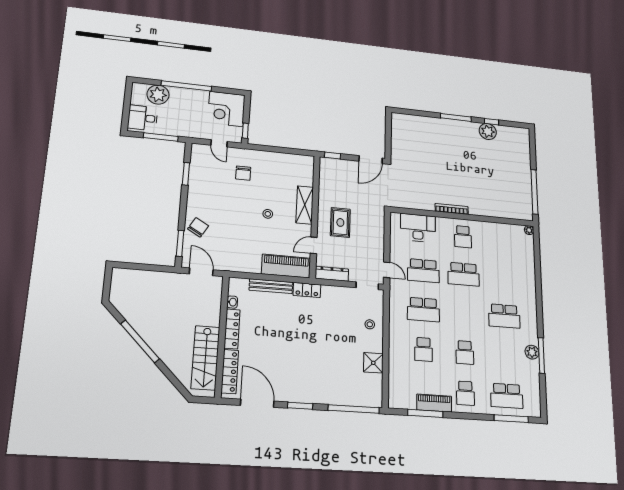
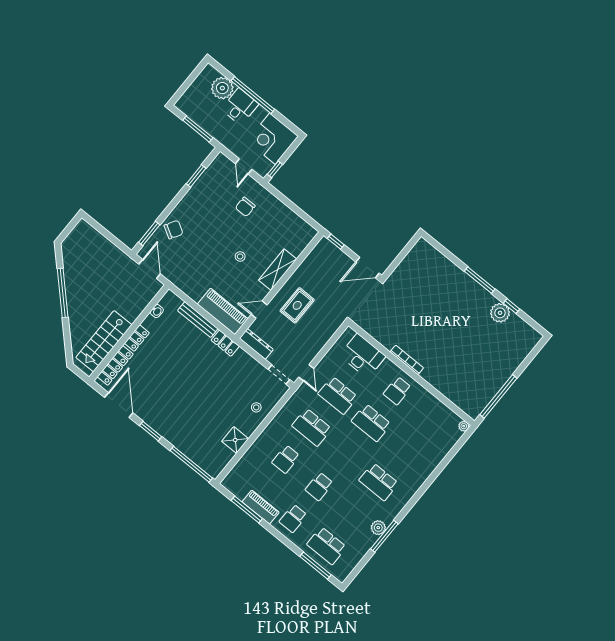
desk: (143, 118) -> (240, 107), moved, turned 90
locker: (232, 329) -> (137, 338), width x0.66

